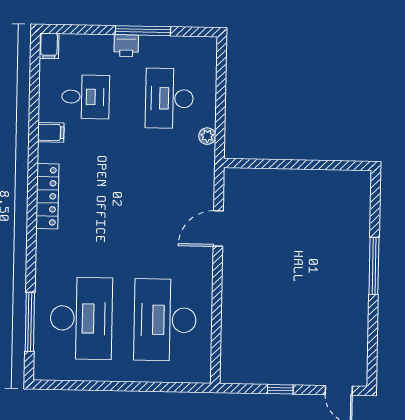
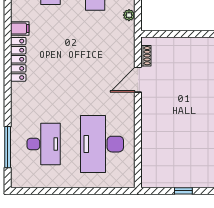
filing cabinet: (51, 132) -> (20, 29), moved
shoe rack: (230, 195) -> (146, 56), added
desk: (81, 318) -> (44, 144), width x0.73, depth x0.77

